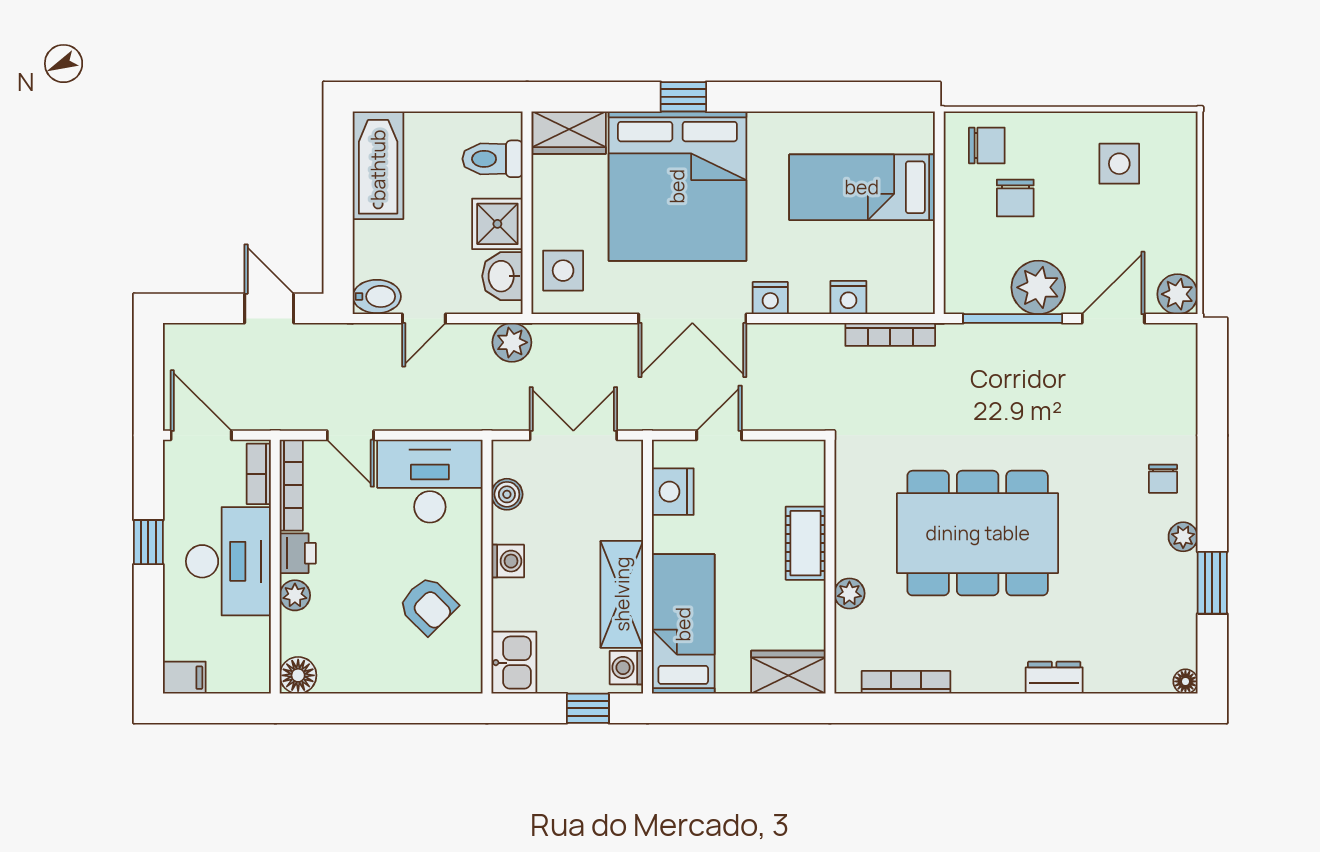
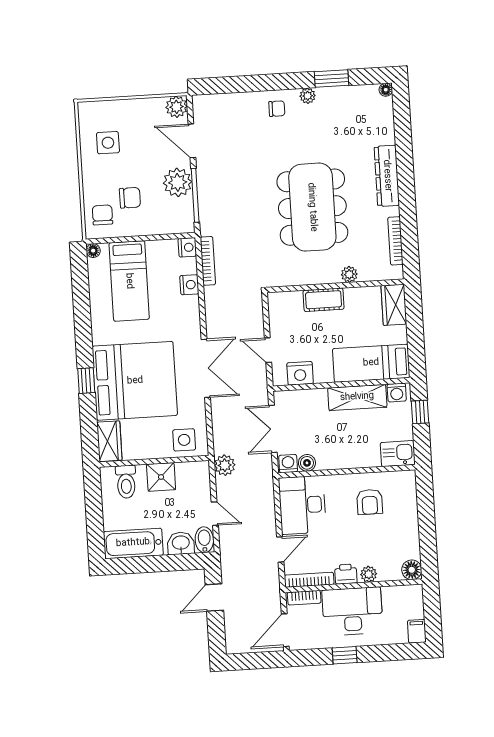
floor lamp: (922, 124) -> (93, 251), added
washbasin: (502, 276) -> (181, 543), moved, turned 180
nightstand: (770, 298) -> (187, 247), moved
washing machine: (508, 561) -> (288, 464), moved
armchair: (428, 605) -> (370, 502), turned 135
dresser: (1054, 678) -> (387, 176), width x1.96, depth x1.24

